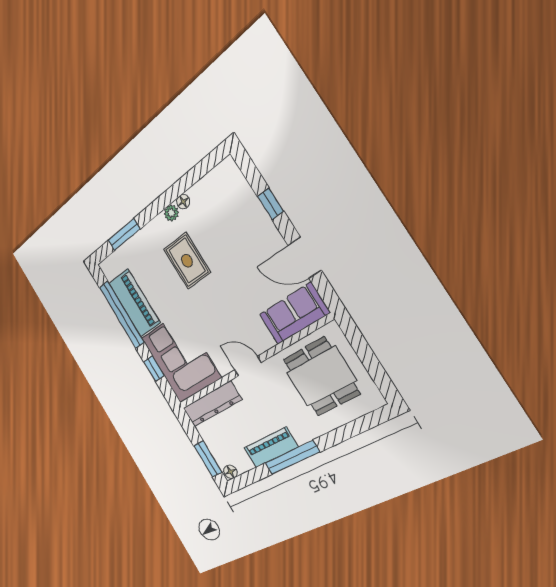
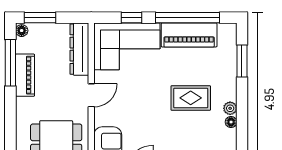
window: (292, 458) -> (10, 63), moved

